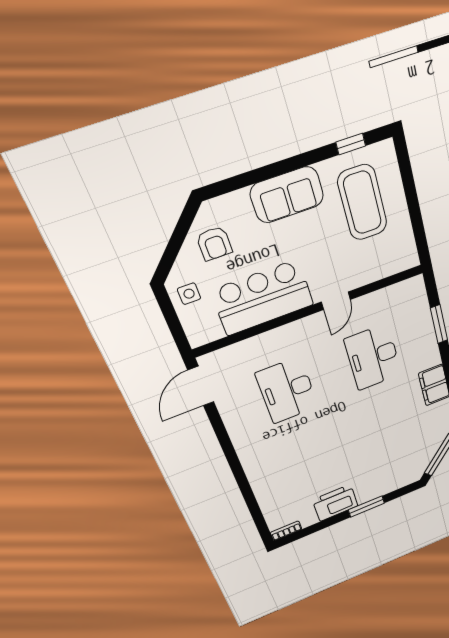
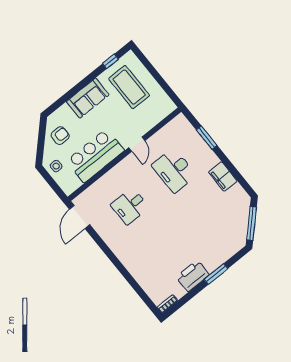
armchair: (214, 244) -> (60, 136), turned -90
desk: (287, 390) -> (130, 206), width x0.73

